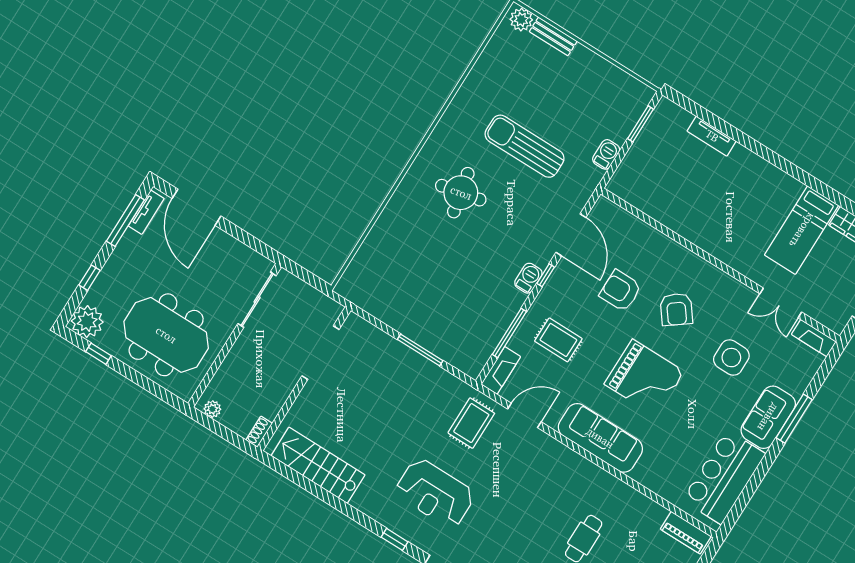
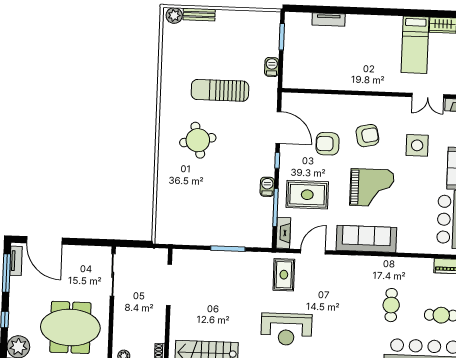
barbecue: (528, 278) -> (267, 187), moved
armchair: (676, 309) -> (367, 136), turned -65
rug: (558, 340) -> (307, 195), width x1.36, depth x1.43

